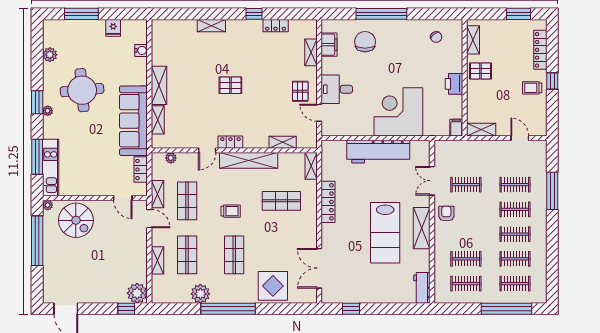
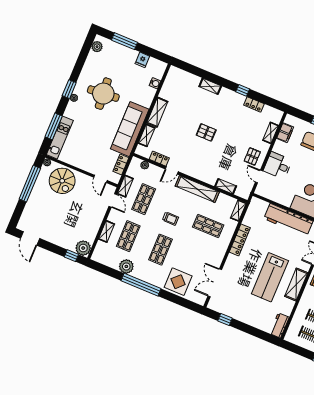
plant: (50, 55) -> (97, 47), moved
locker: (230, 142) -> (159, 159), moved

